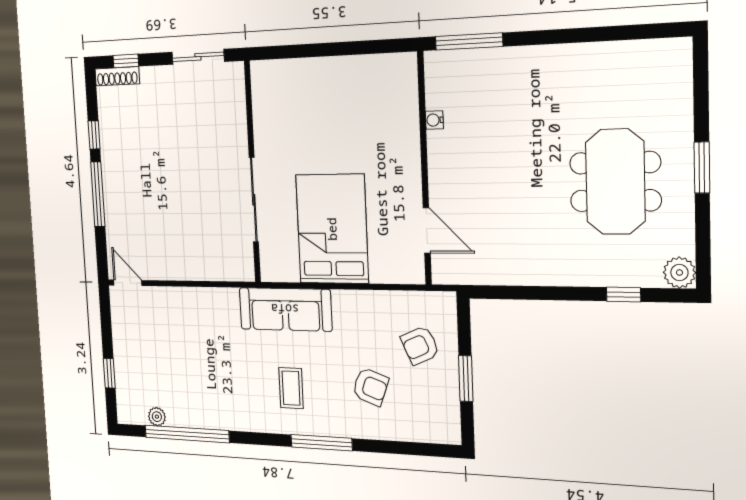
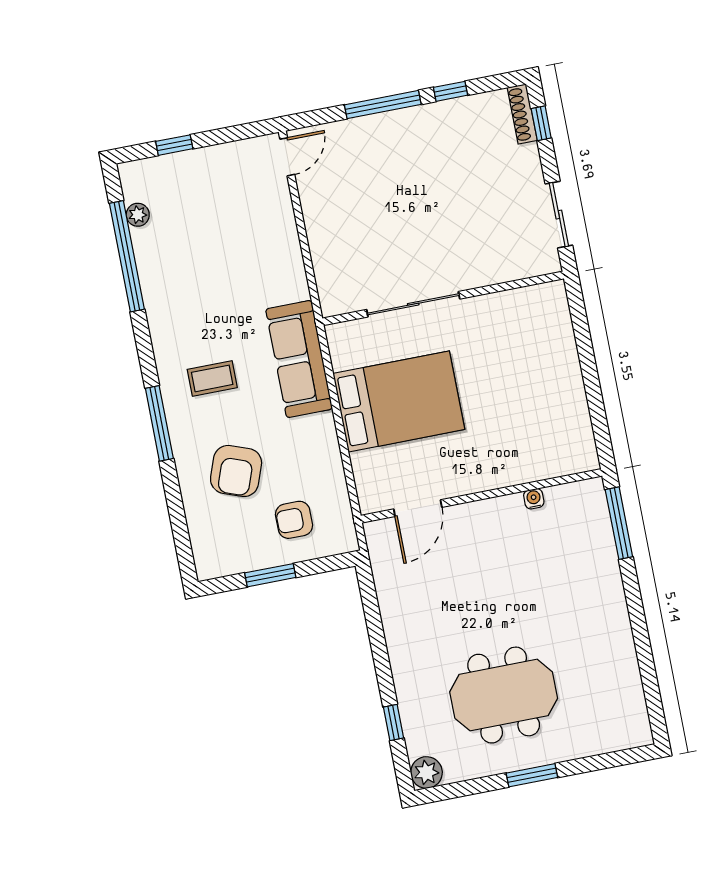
armchair: (420, 345) -> (294, 520), turned -66
armchair: (370, 387) -> (236, 471), width x1.38, depth x1.38

